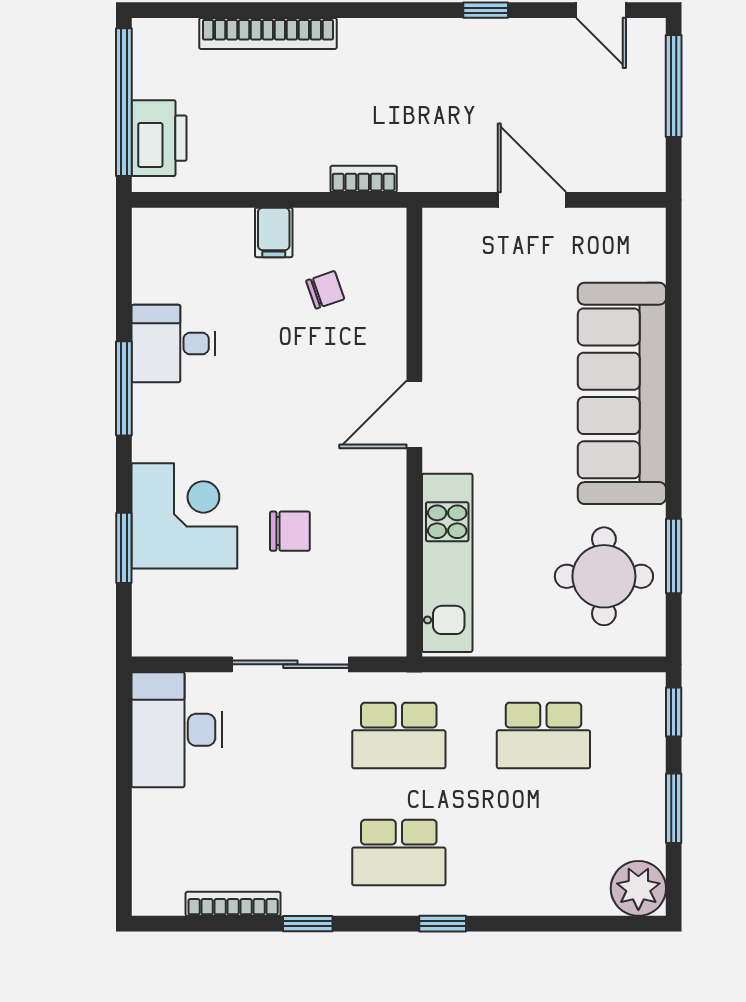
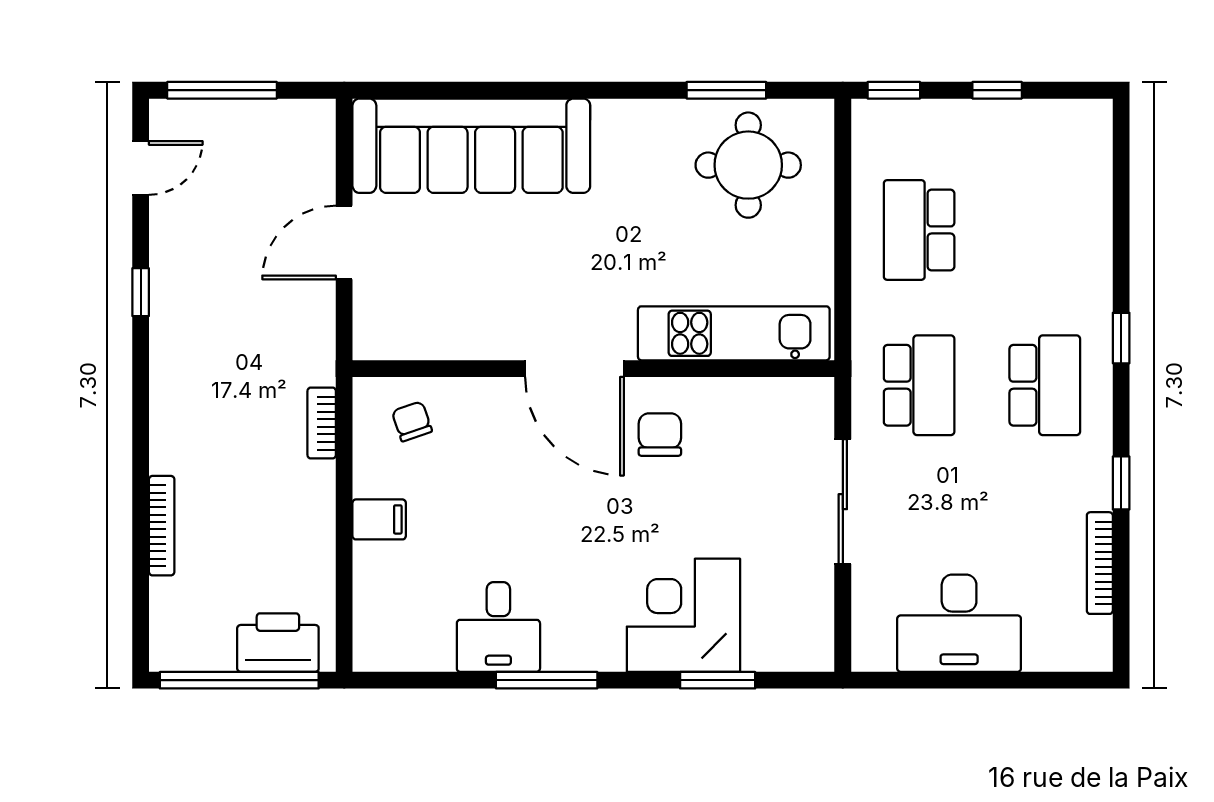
bookcase: (268, 34) -> (162, 526), width x0.68, depth x0.76
chair: (325, 290) -> (412, 421), moved
sofa: (622, 393) -> (471, 146), moved
door: (414, 414) -> (574, 369), width x1.36
chair: (290, 531) -> (660, 435), moved
desk: (177, 730) -> (959, 623), moved
school desk: (543, 735) -> (919, 230), turned 180
window: (674, 808) -> (997, 90), width x0.67
plant: (638, 888) -> (1083, 128), removed

